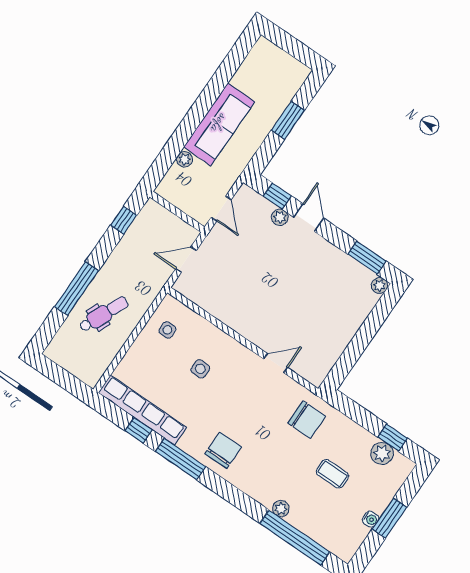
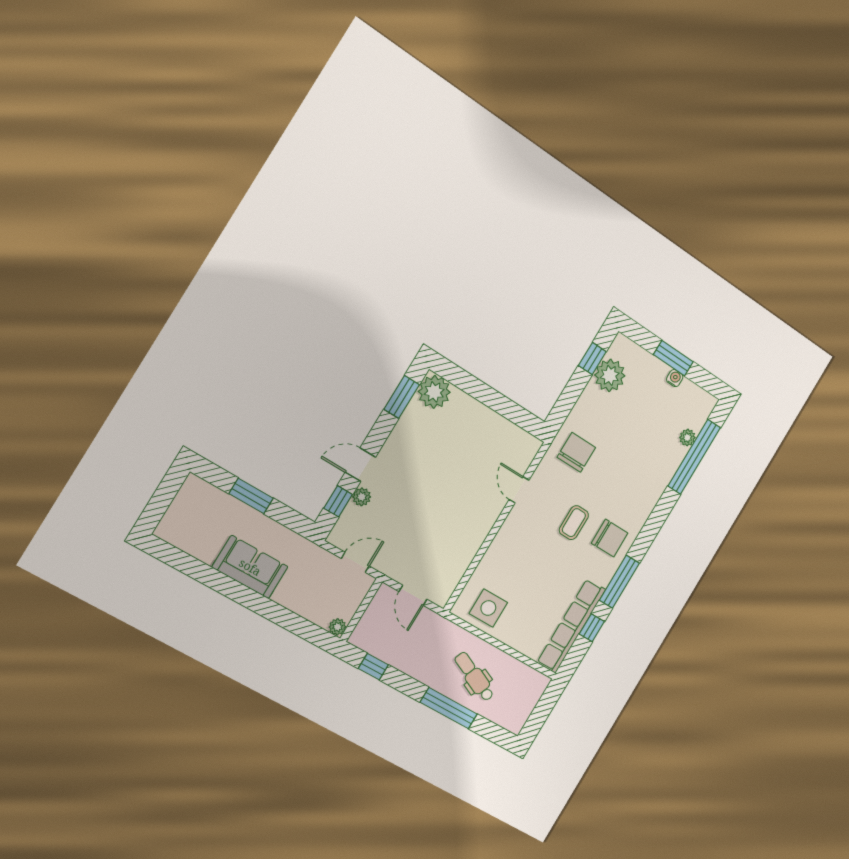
sofa: (219, 124) -> (250, 567), width x0.73
plant: (185, 159) -> (337, 627), moved
plant: (380, 286) -> (434, 392), width x1.88, depth x1.88
side table: (167, 330) -> (488, 608), width x1.87, depth x1.87
side table: (200, 369) -> (528, 569), removed
chair: (223, 450) -> (610, 538), turned 180
plant: (382, 453) -> (610, 375), width x1.36, depth x1.36
coffee table: (332, 474) -> (574, 523), moved
plant: (281, 509) -> (687, 438), moved

